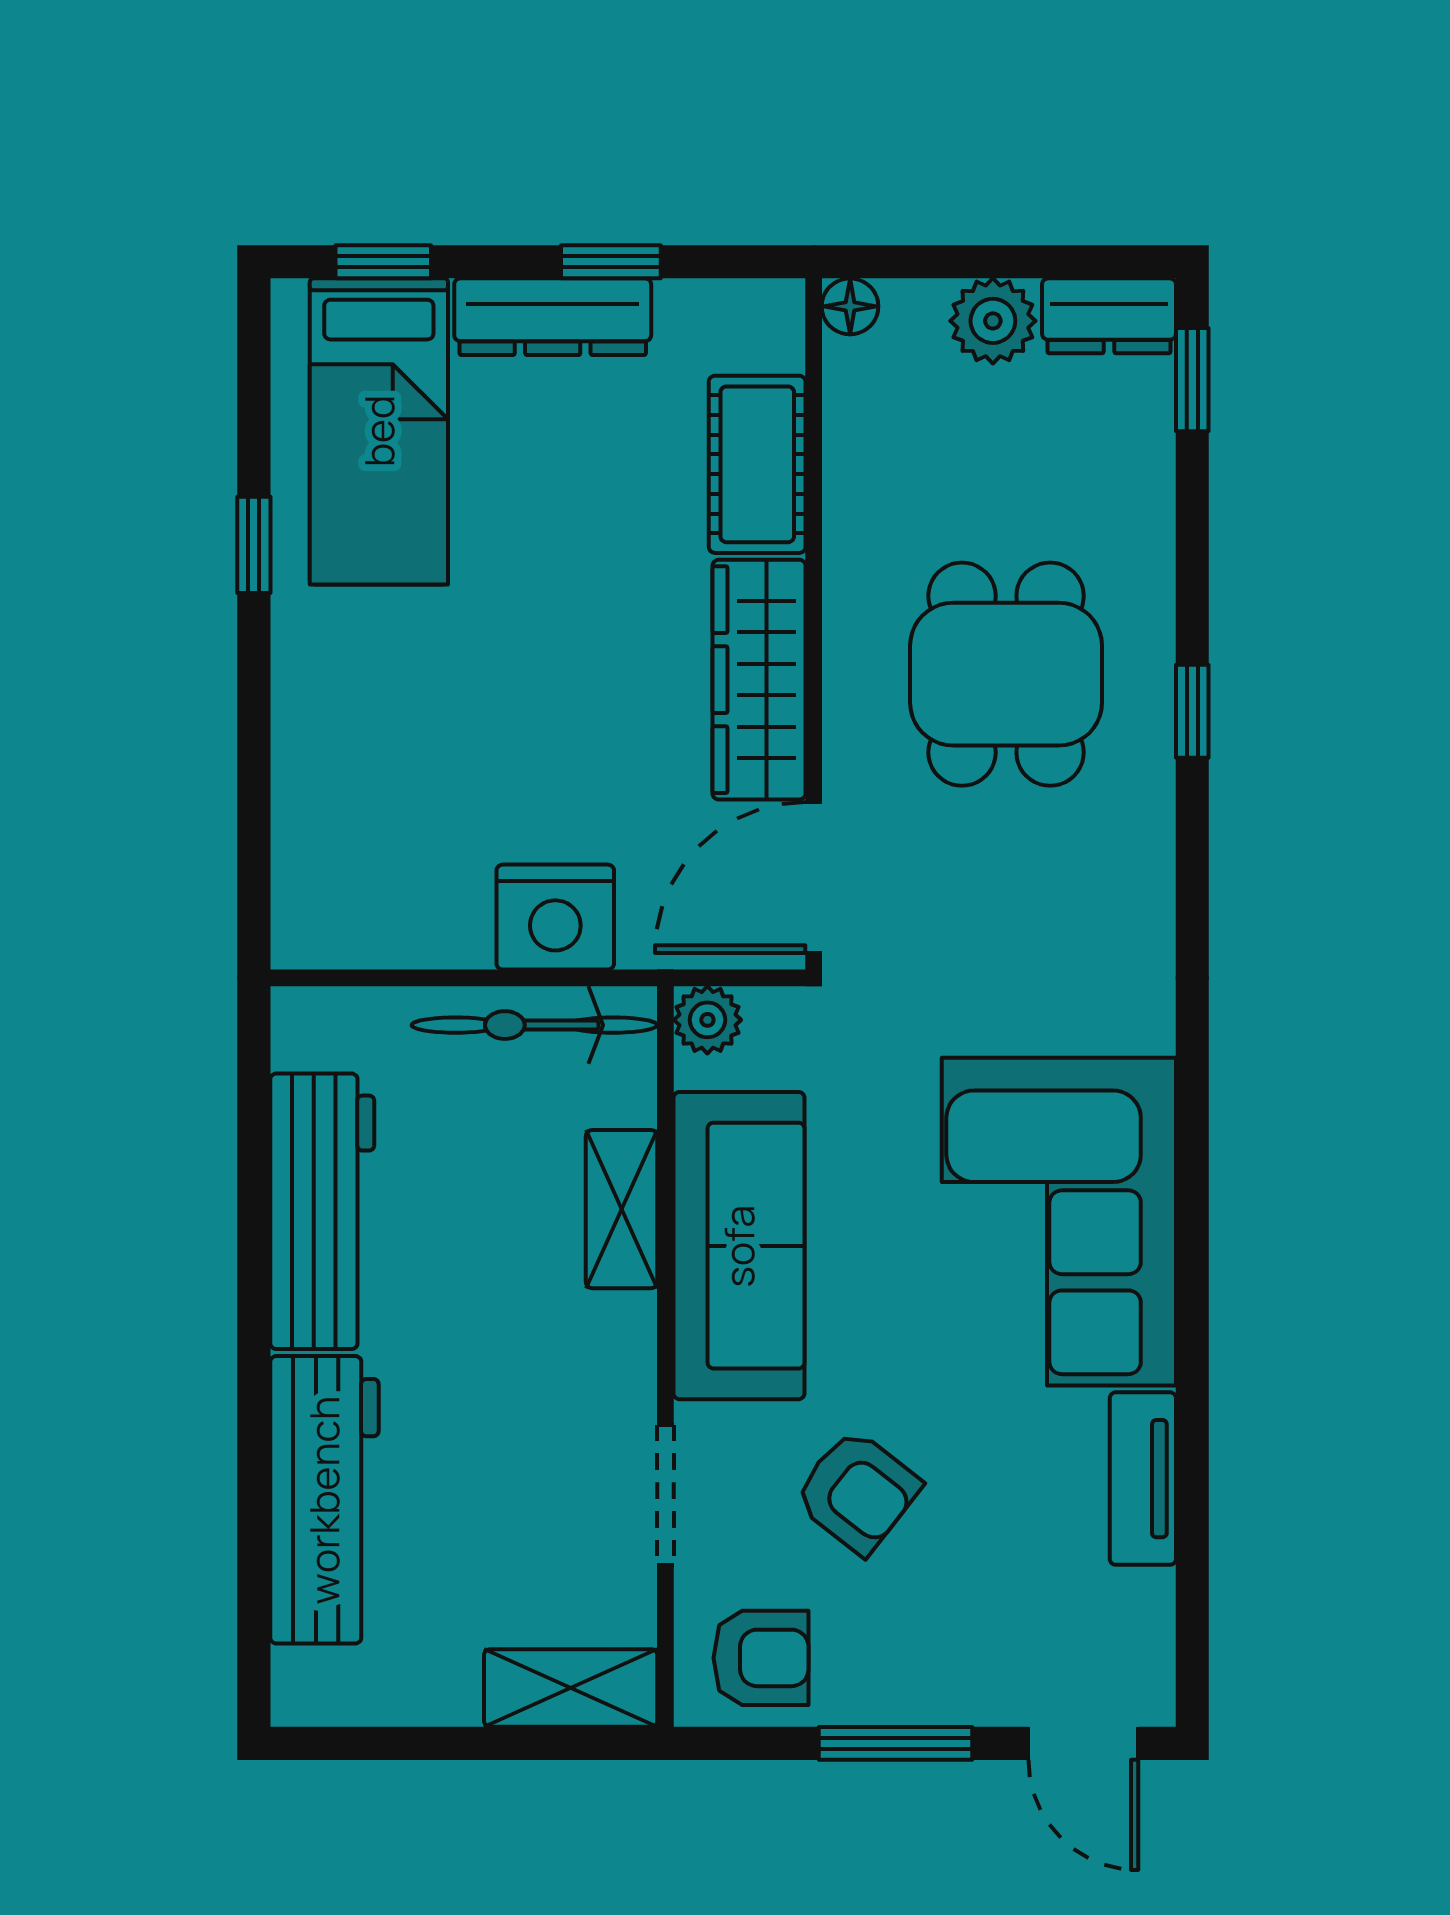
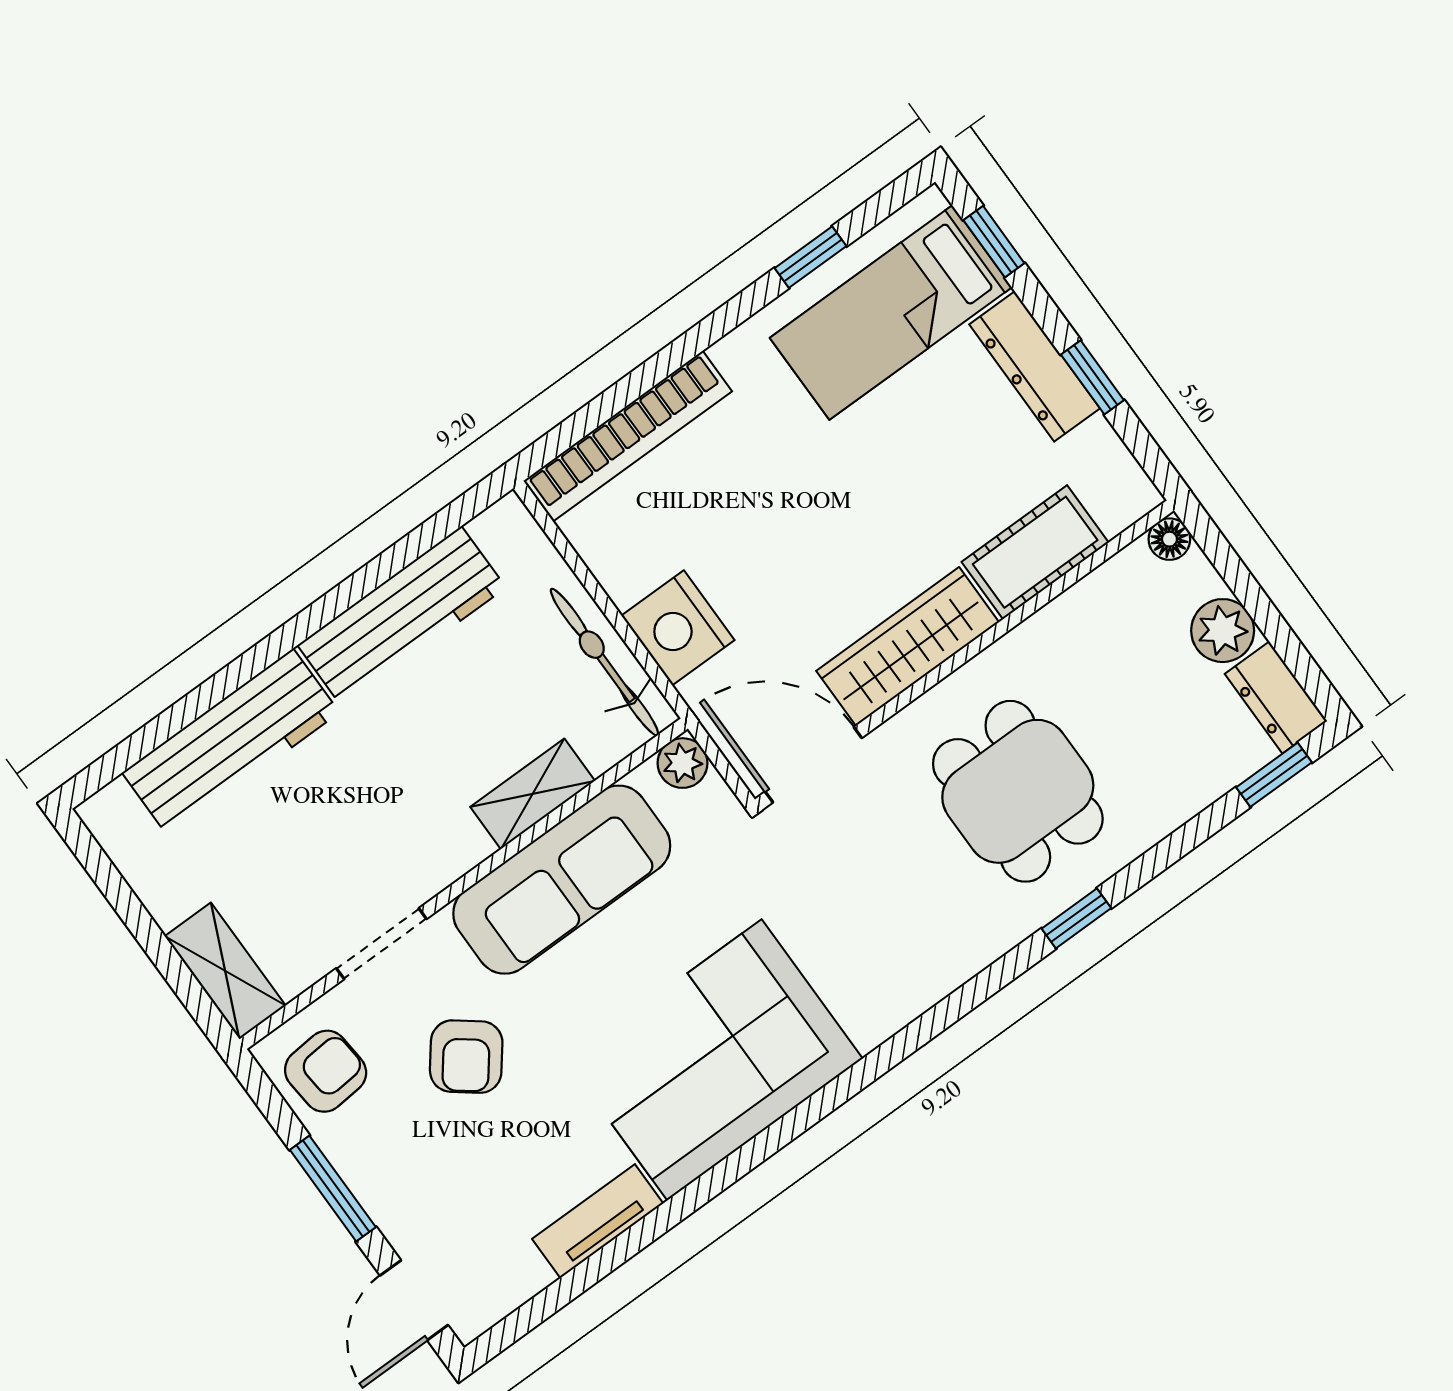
window: (254, 545) -> (811, 257), moved
dining table: (1006, 674) -> (1018, 791), turned 90
bookcase: (305, 819) -> (628, 436), added
armchair: (761, 1658) -> (326, 1071), turned -95

